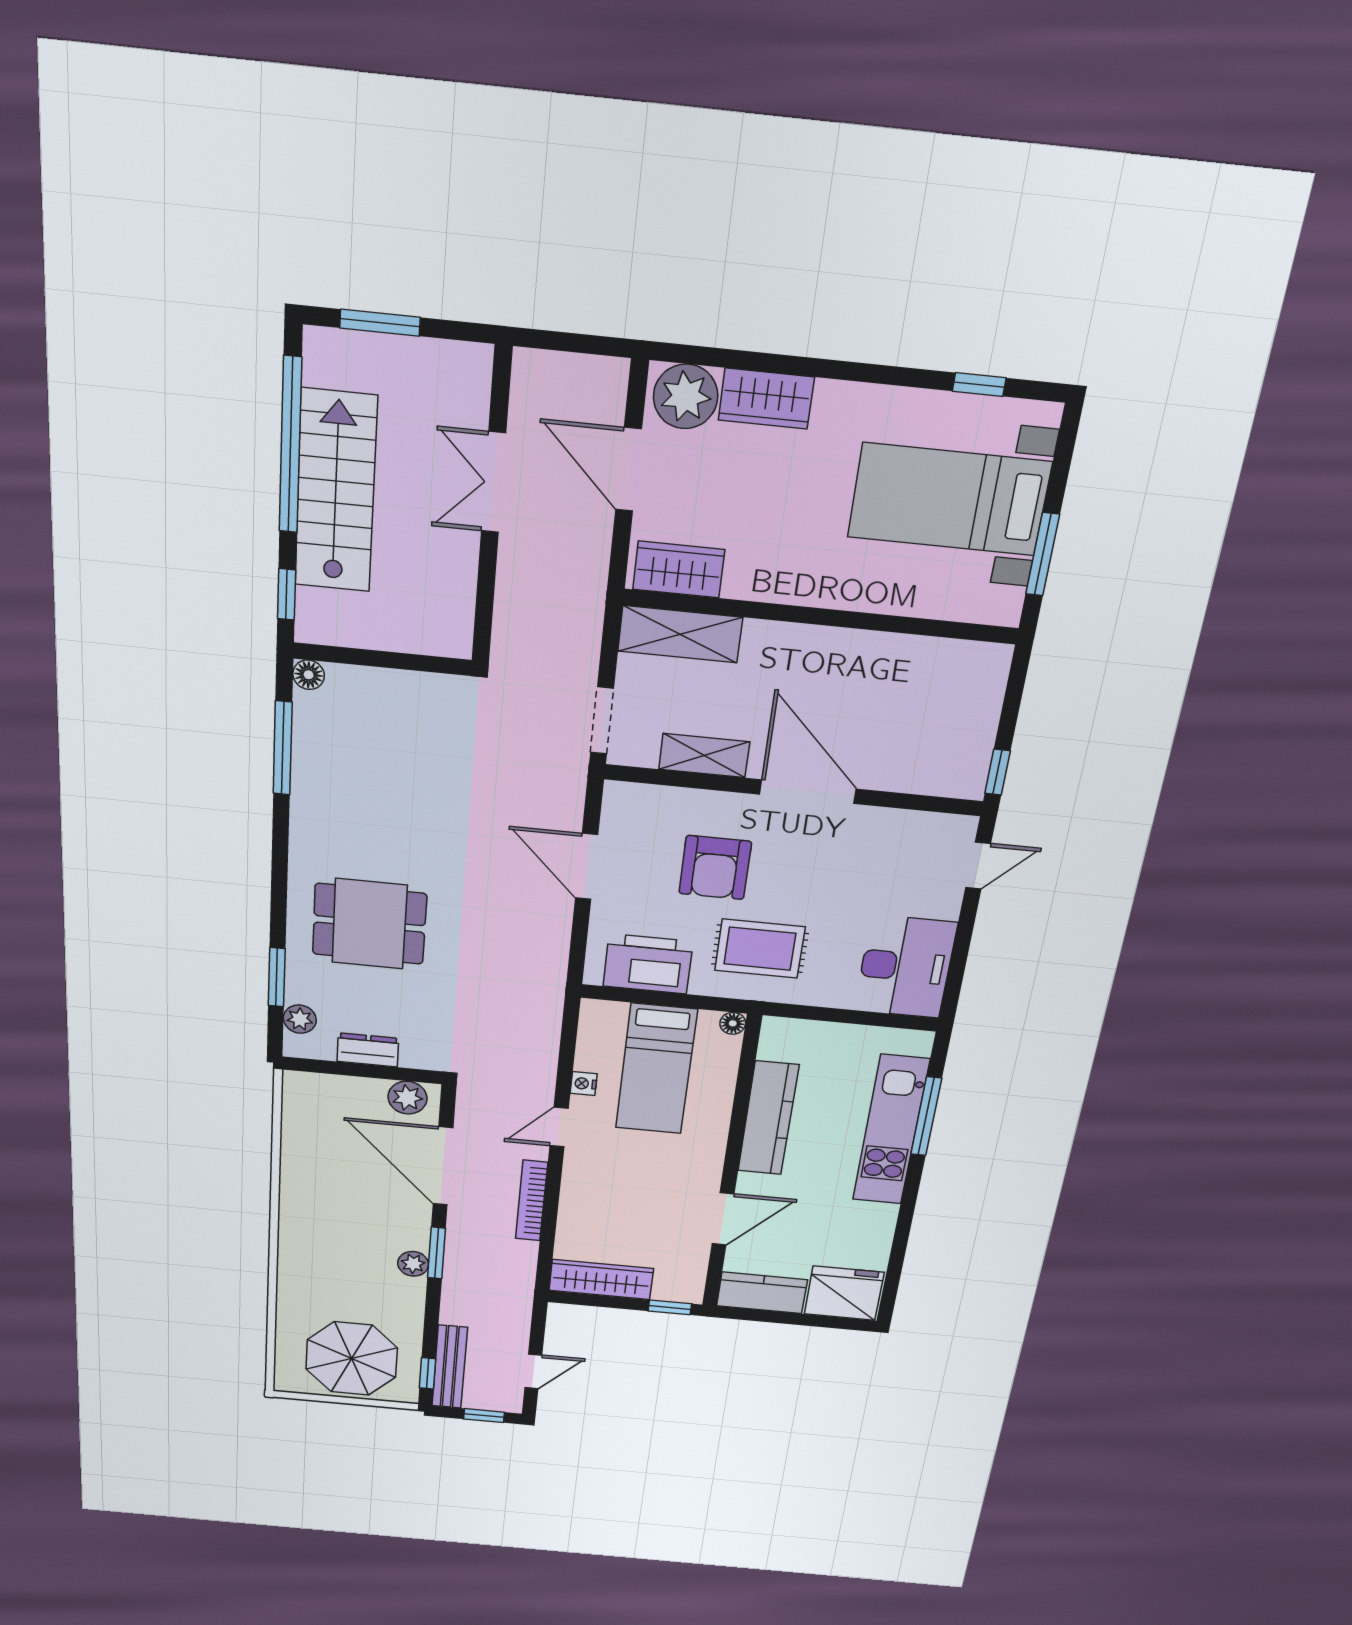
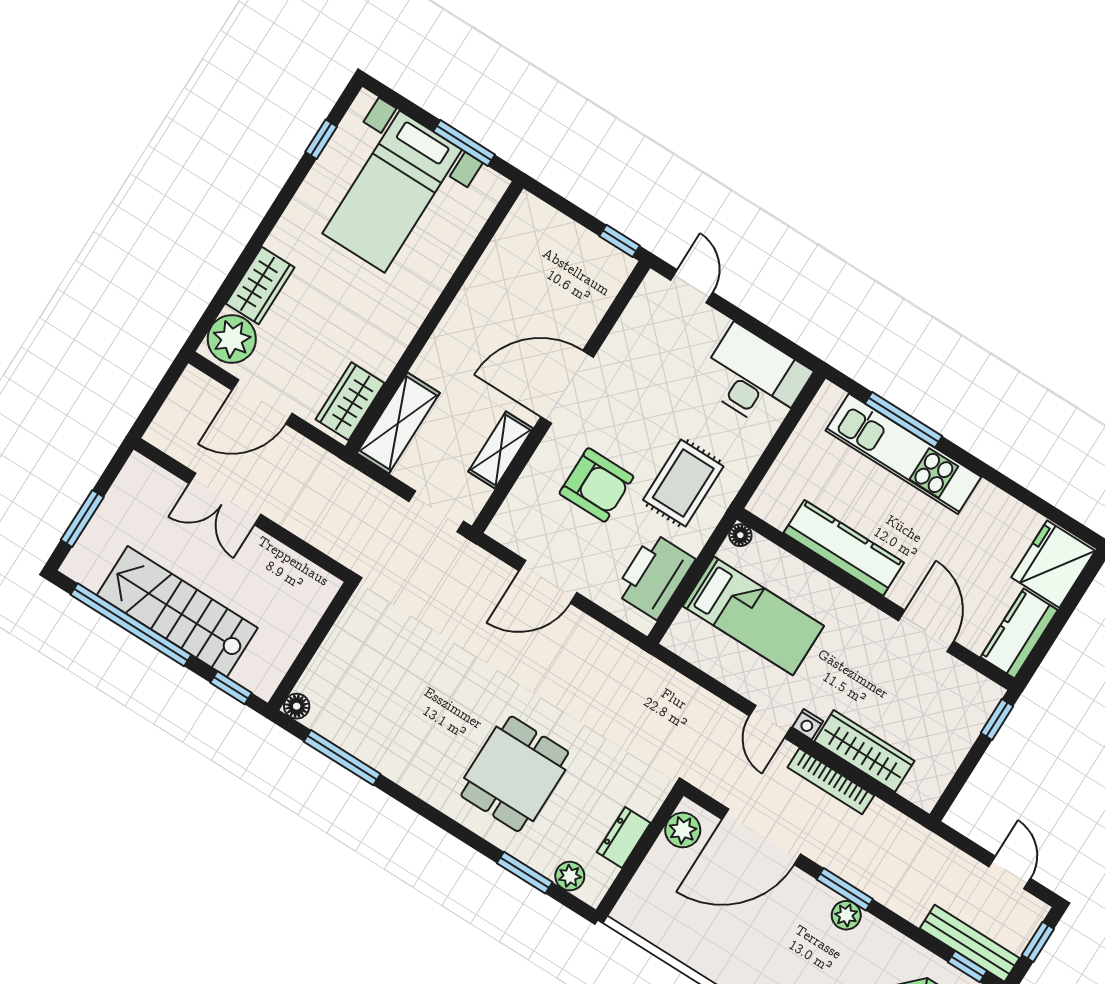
nightstand: (584, 1084) -> (808, 724), moved
wardrobe: (601, 1279) -> (864, 751), moved, turned 90

